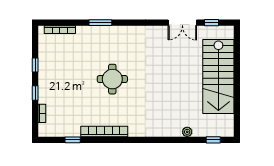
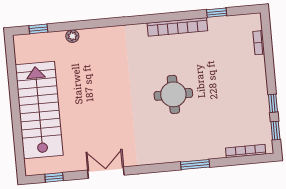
double door: (182, 23) -> (106, 173), moved
window: (35, 93) -> (275, 131), moved

